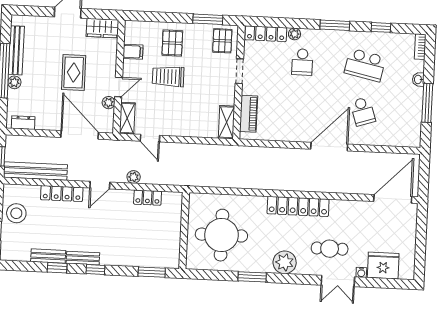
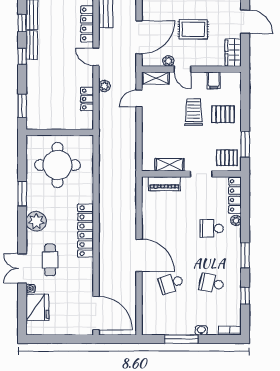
school desk: (365, 65) -> (212, 283), width x0.54
shelving: (226, 122) -> (169, 165), moved

